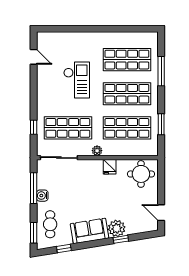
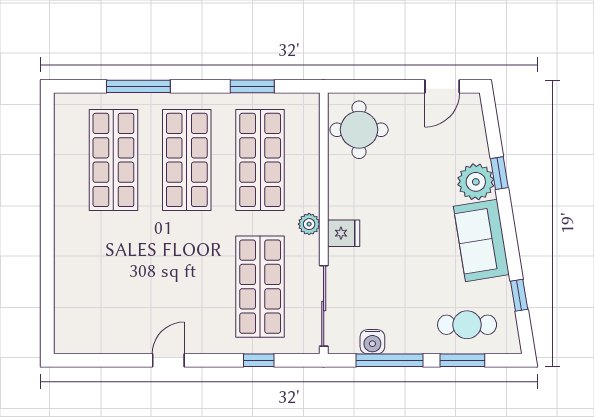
door: (34, 57) -> (168, 360), moved
checkout: (77, 80) -> (157, 268), removed
fridge: (110, 167) -> (344, 233), moved
water cooler: (42, 196) -> (372, 342), moved
window: (34, 233) -> (462, 360), moved

